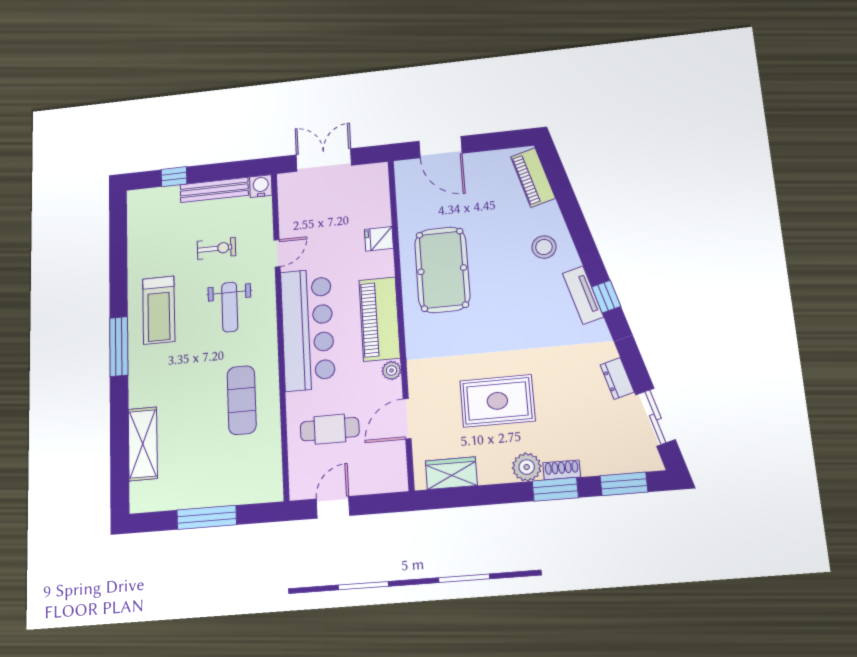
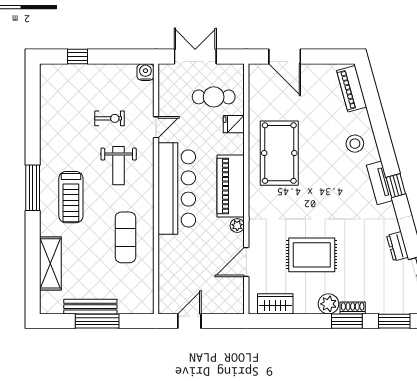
bench: (214, 190) -> (90, 307), moved
treadmill: (159, 310) -> (71, 197), moved
cafe table: (330, 429) -> (214, 97), moved

